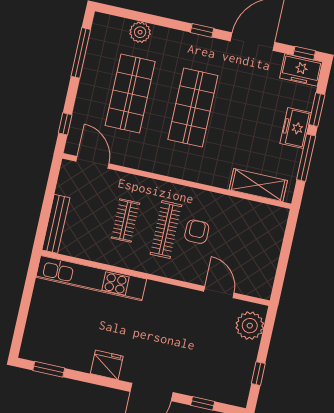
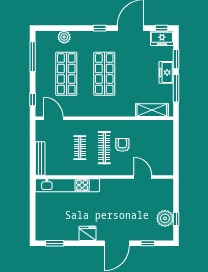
plant: (250, 326) -> (165, 218), moved

